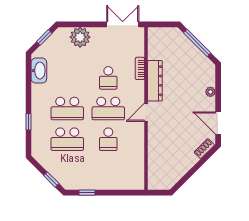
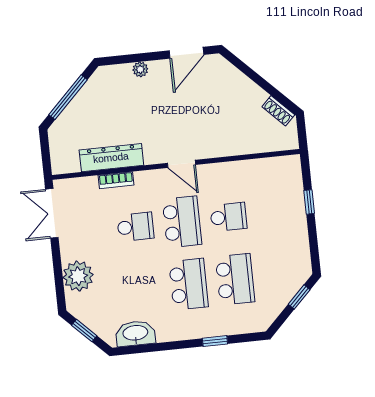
dresser: (155, 81) -> (111, 158), moved
shoe rack: (204, 149) -> (278, 111), moved
window: (87, 193) -> (309, 202), moved

